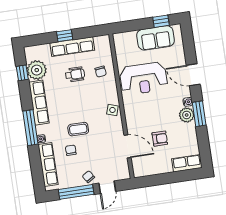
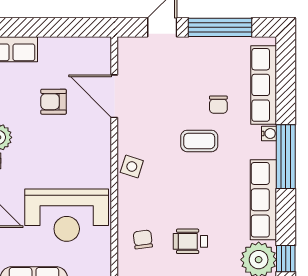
reception desk: (144, 79) -> (67, 215), turned 180
chair: (88, 177) -> (194, 52), removed

